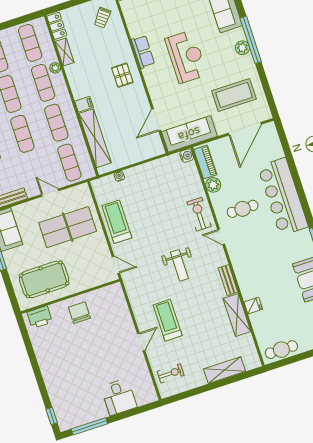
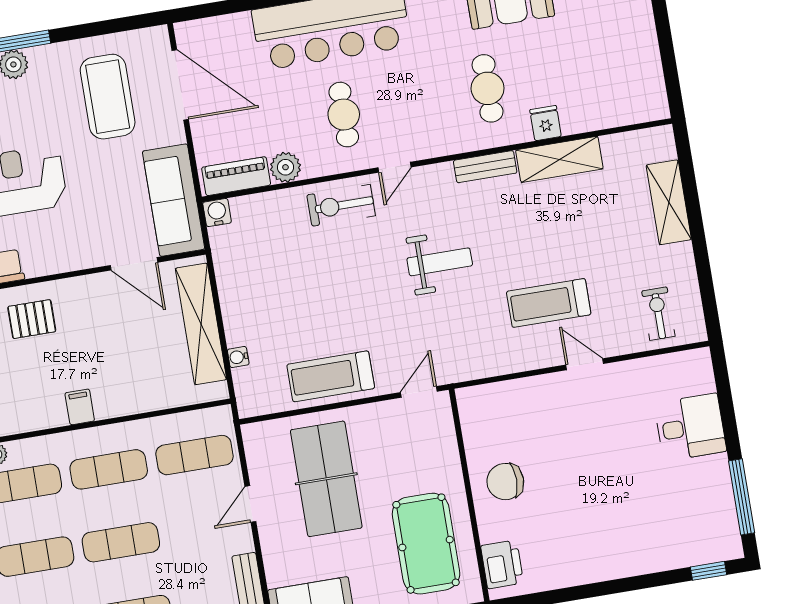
shelving: (95, 138) -> (201, 324), moved, turned 90
cafe table: (281, 350) -> (488, 88), moved

